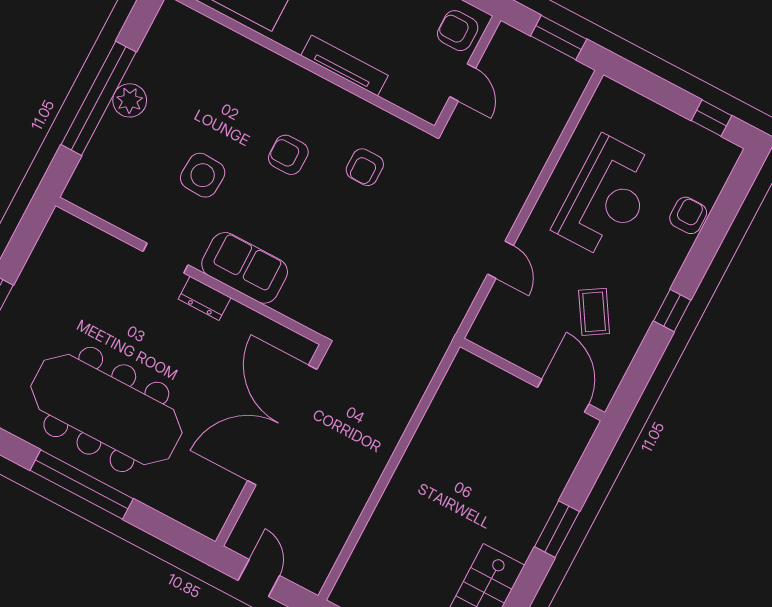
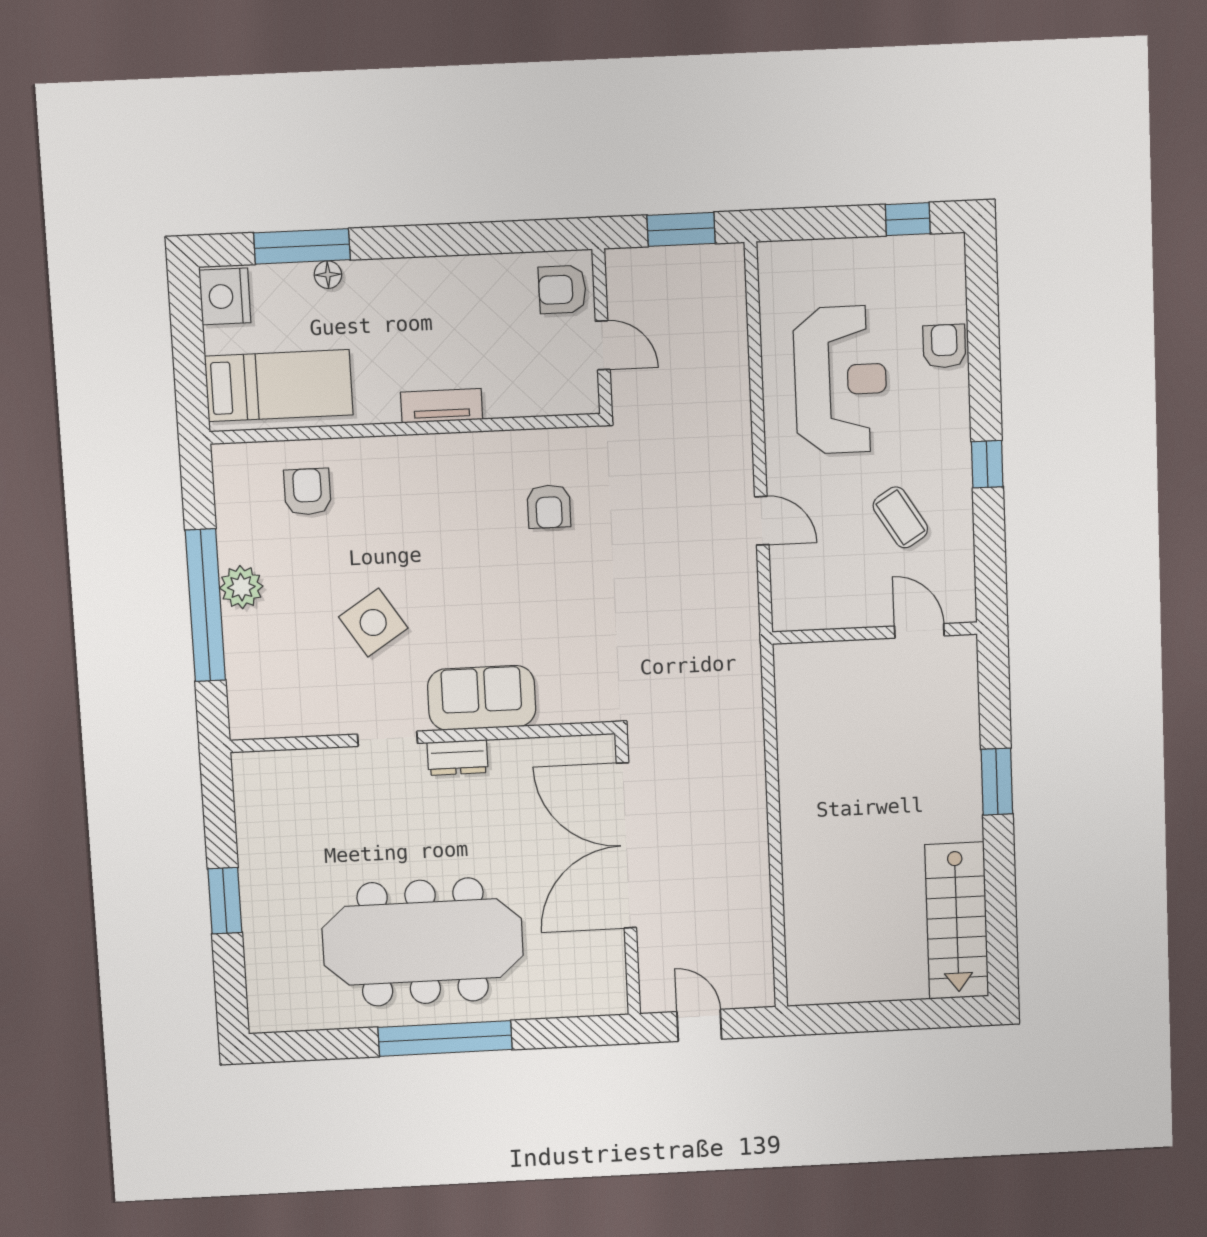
tv unit: (345, 65) -> (442, 406), width x0.71
armchair: (288, 155) -> (307, 492), moved, turned 90
side table: (203, 175) -> (373, 623), turned -36
door: (563, 396) -> (919, 631), width x0.73

